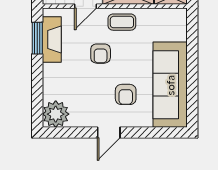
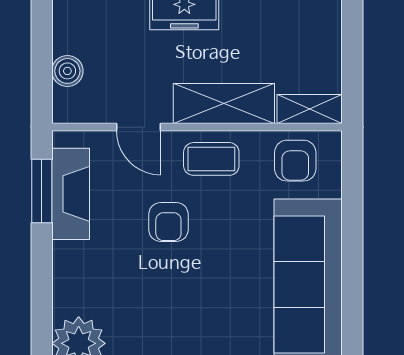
door: (86, 6) -> (138, 127), hinge flipped
armchair: (126, 94) -> (295, 161), moved

